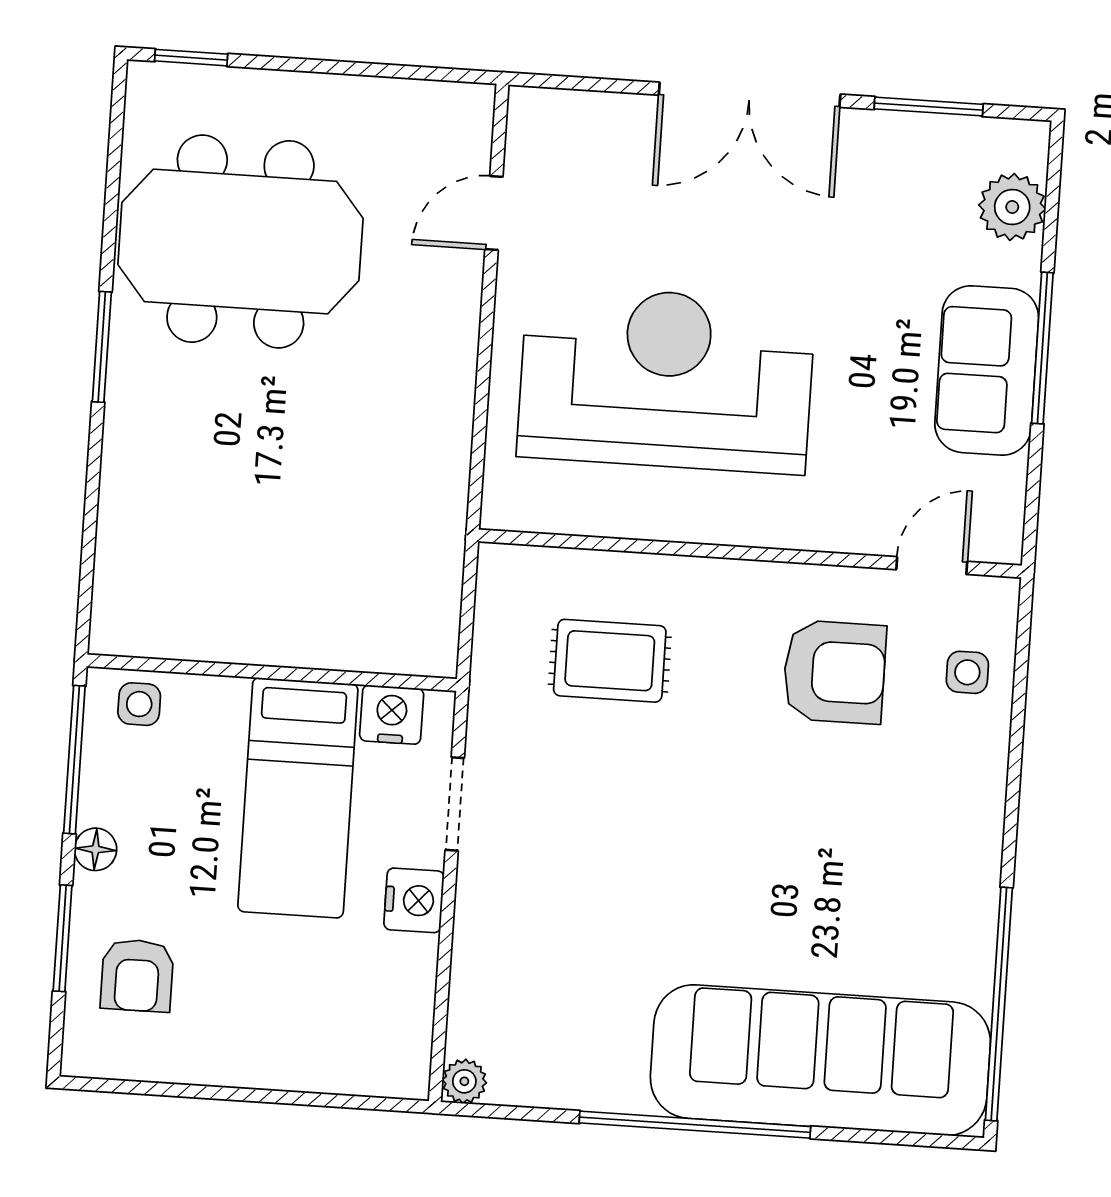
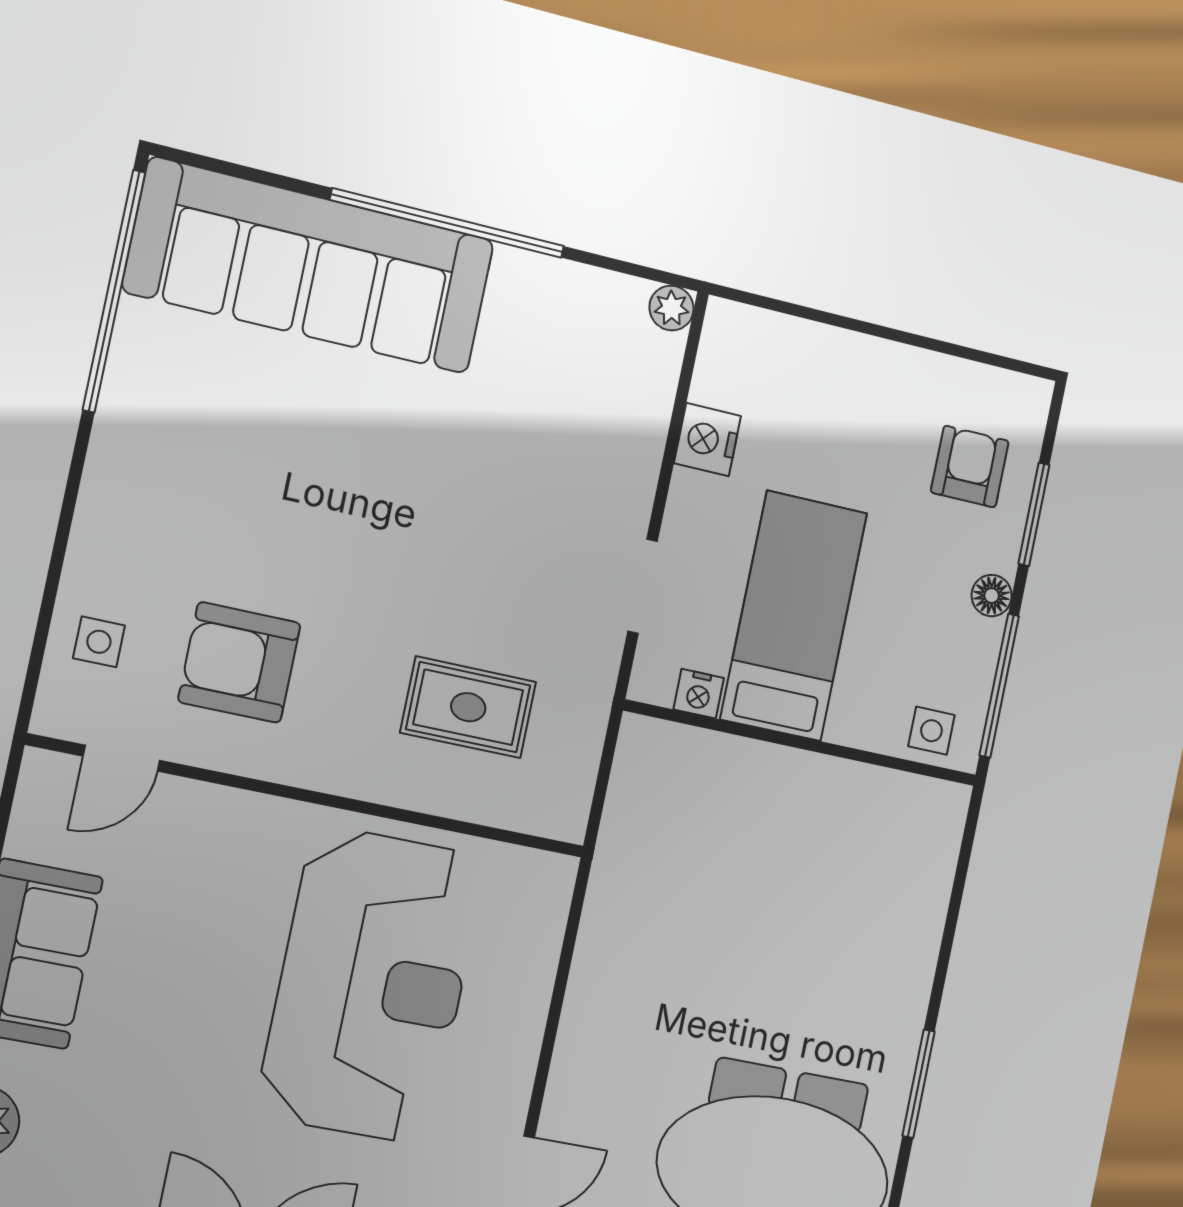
reception desk: (666, 379) -> (371, 985), turned -90
nightstand: (392, 715) -> (699, 694), width x0.72, depth x0.74
nightstand: (414, 900) -> (707, 440), moved

